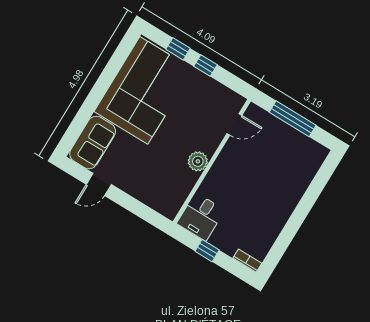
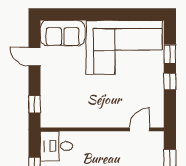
door: (234, 124) -> (140, 129), swing flipped
plant: (198, 161) -> (96, 119), removed
window: (146, 213) -> (34, 104), added

